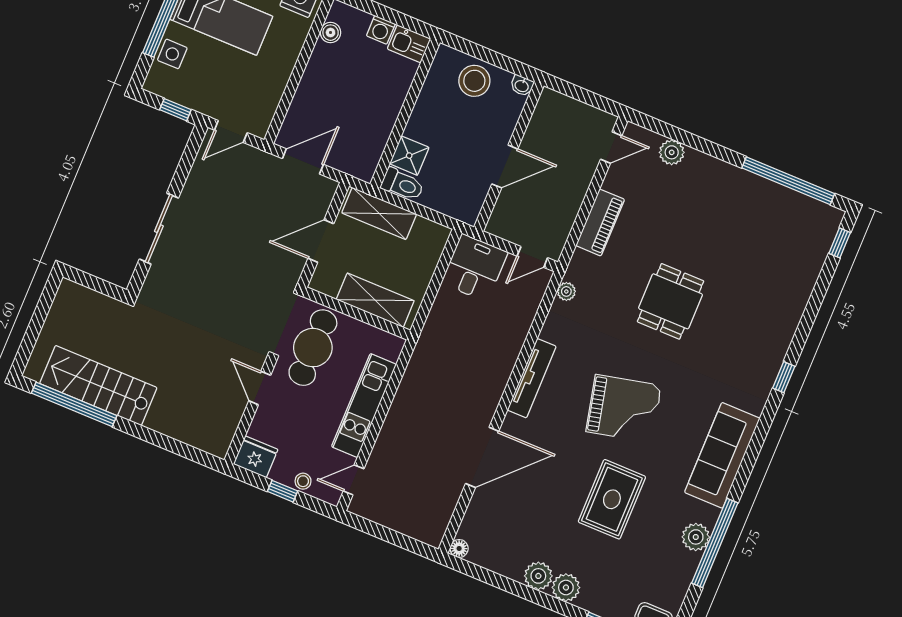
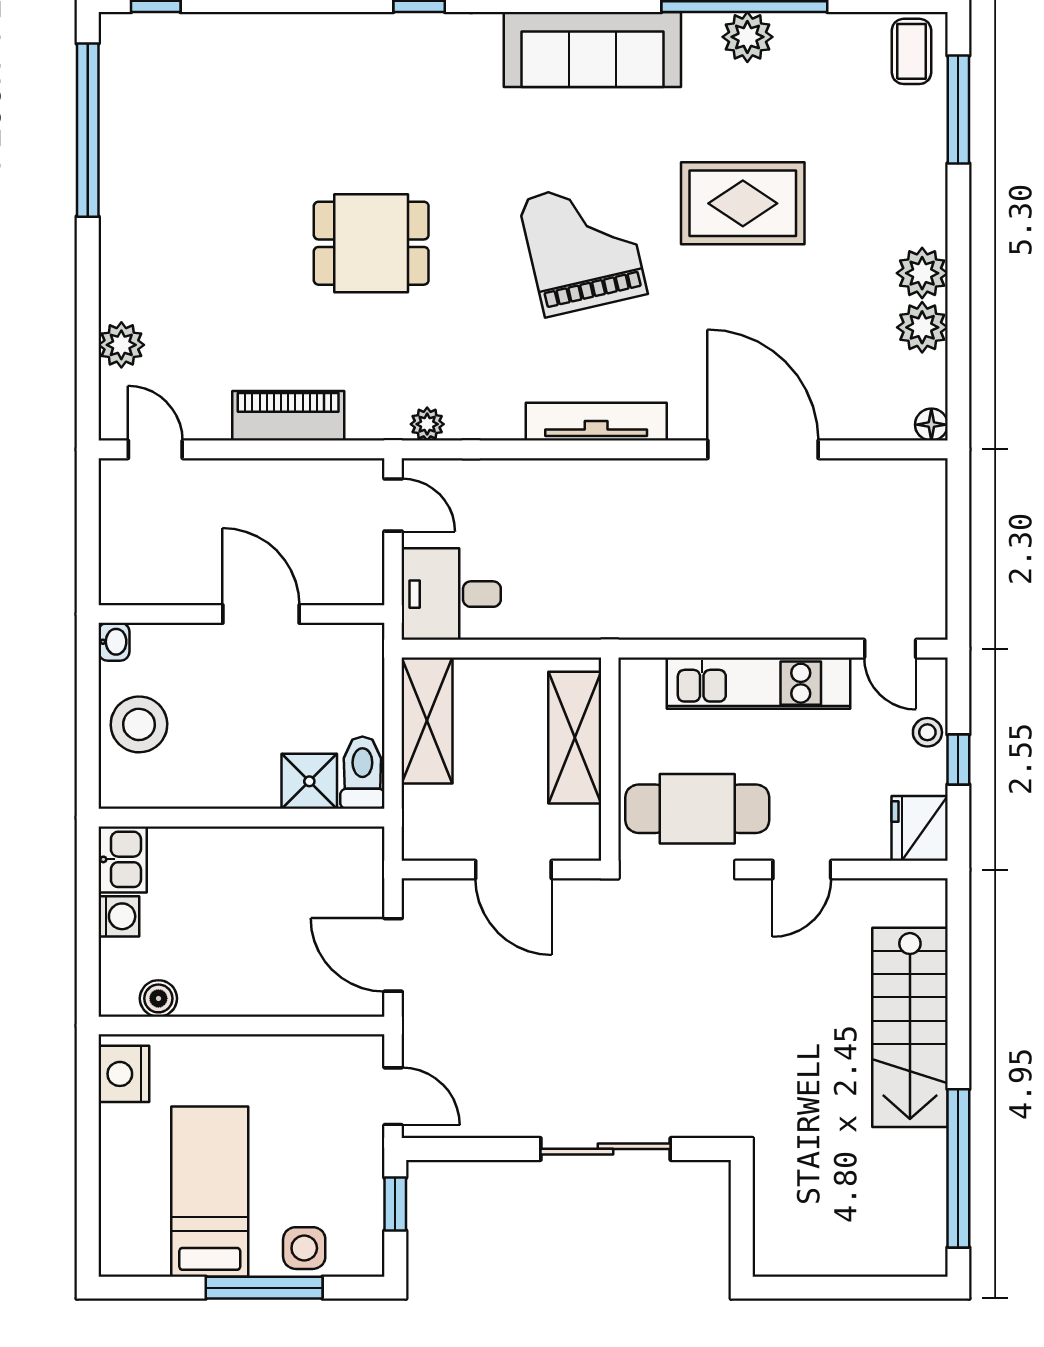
shelving: (379, 213) -> (427, 721), moved
stairs: (98, 385) -> (910, 1027), moved
plant: (566, 588) -> (922, 327), moved

